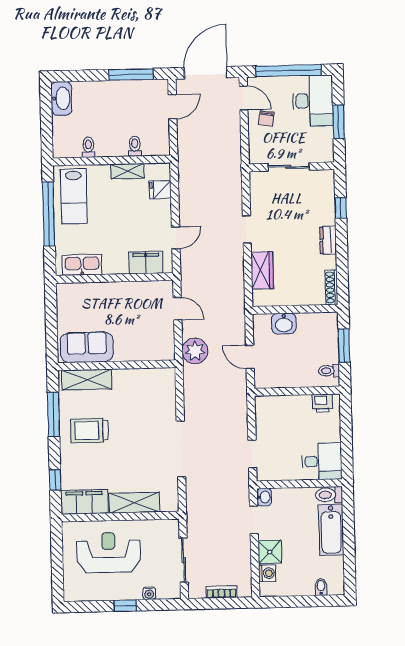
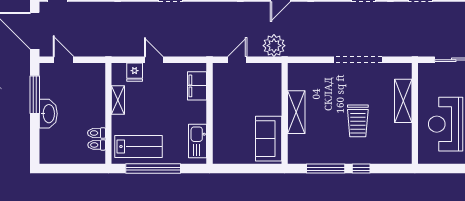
washbasin: (61, 98) -> (48, 114), moved, turned 90
toilet: (135, 146) -> (97, 145), moved
door: (176, 238) -> (154, 60), moved
shelving: (87, 380) -> (296, 112), moved
trolley: (89, 431) -> (358, 121), moved
window: (55, 480) -> (361, 169), moved
filing cabinet: (84, 502) -> (401, 144), removed

